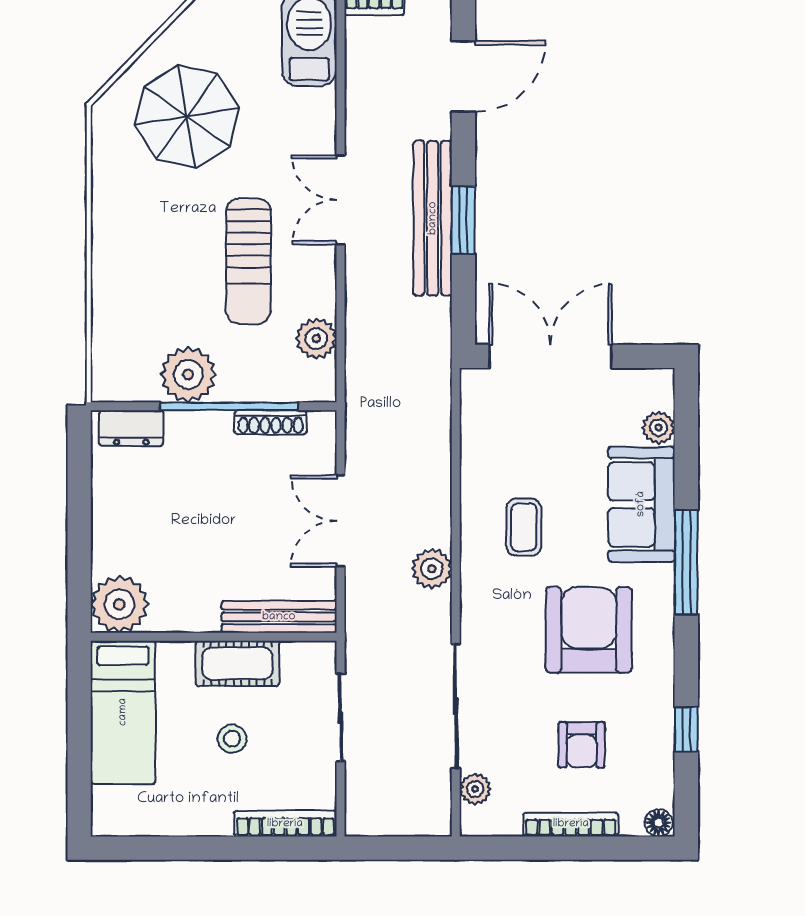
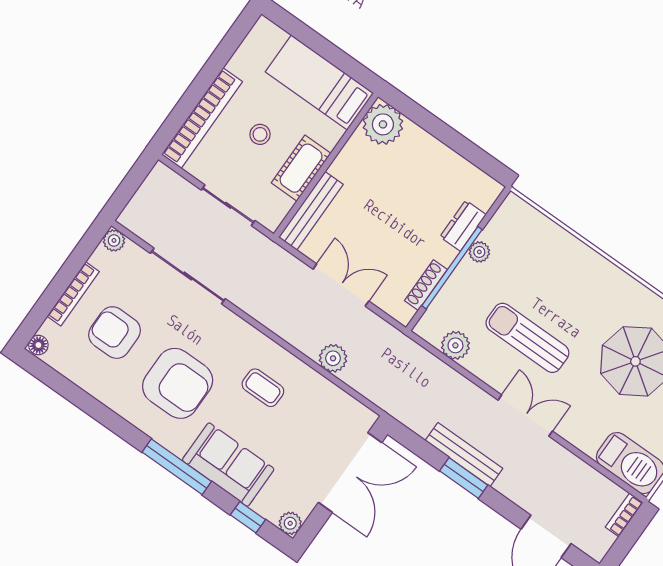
bench: (433, 218) -> (464, 455), width x0.73, depth x0.82
plant: (188, 375) -> (479, 252), width x0.53, depth x0.53
dresser: (131, 428) -> (463, 226), moved
plant: (659, 428) -> (290, 523), moved
plant: (432, 569) -> (333, 358), moved
window: (686, 729) -> (248, 517), moved
armchair: (582, 745) -> (115, 333), width x1.38, depth x1.38
plant: (475, 789) -> (114, 240), moved
bookcase: (285, 824) -> (202, 118), width x1.48, depth x1.31

